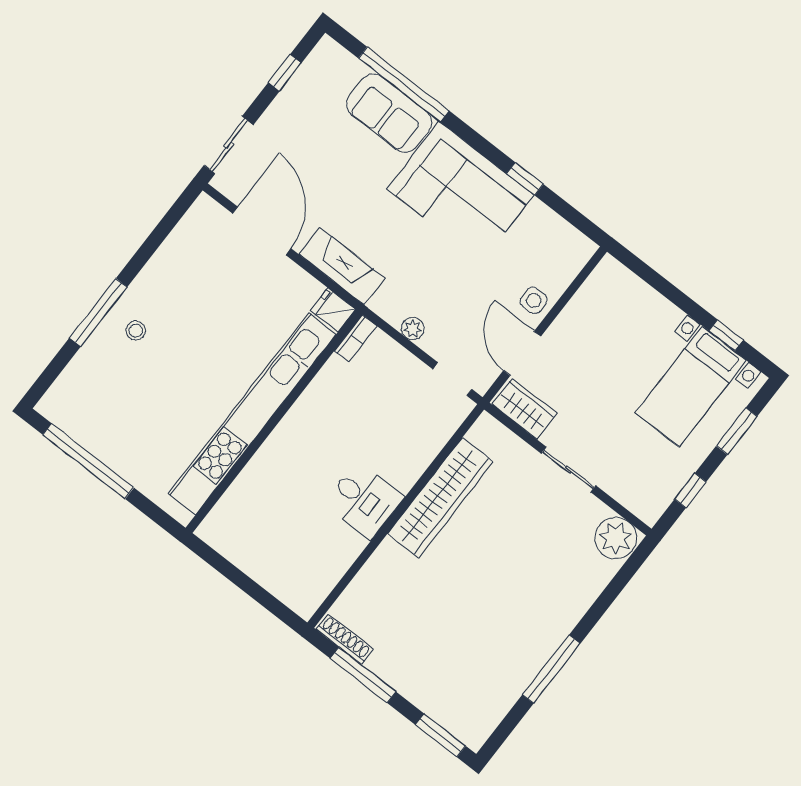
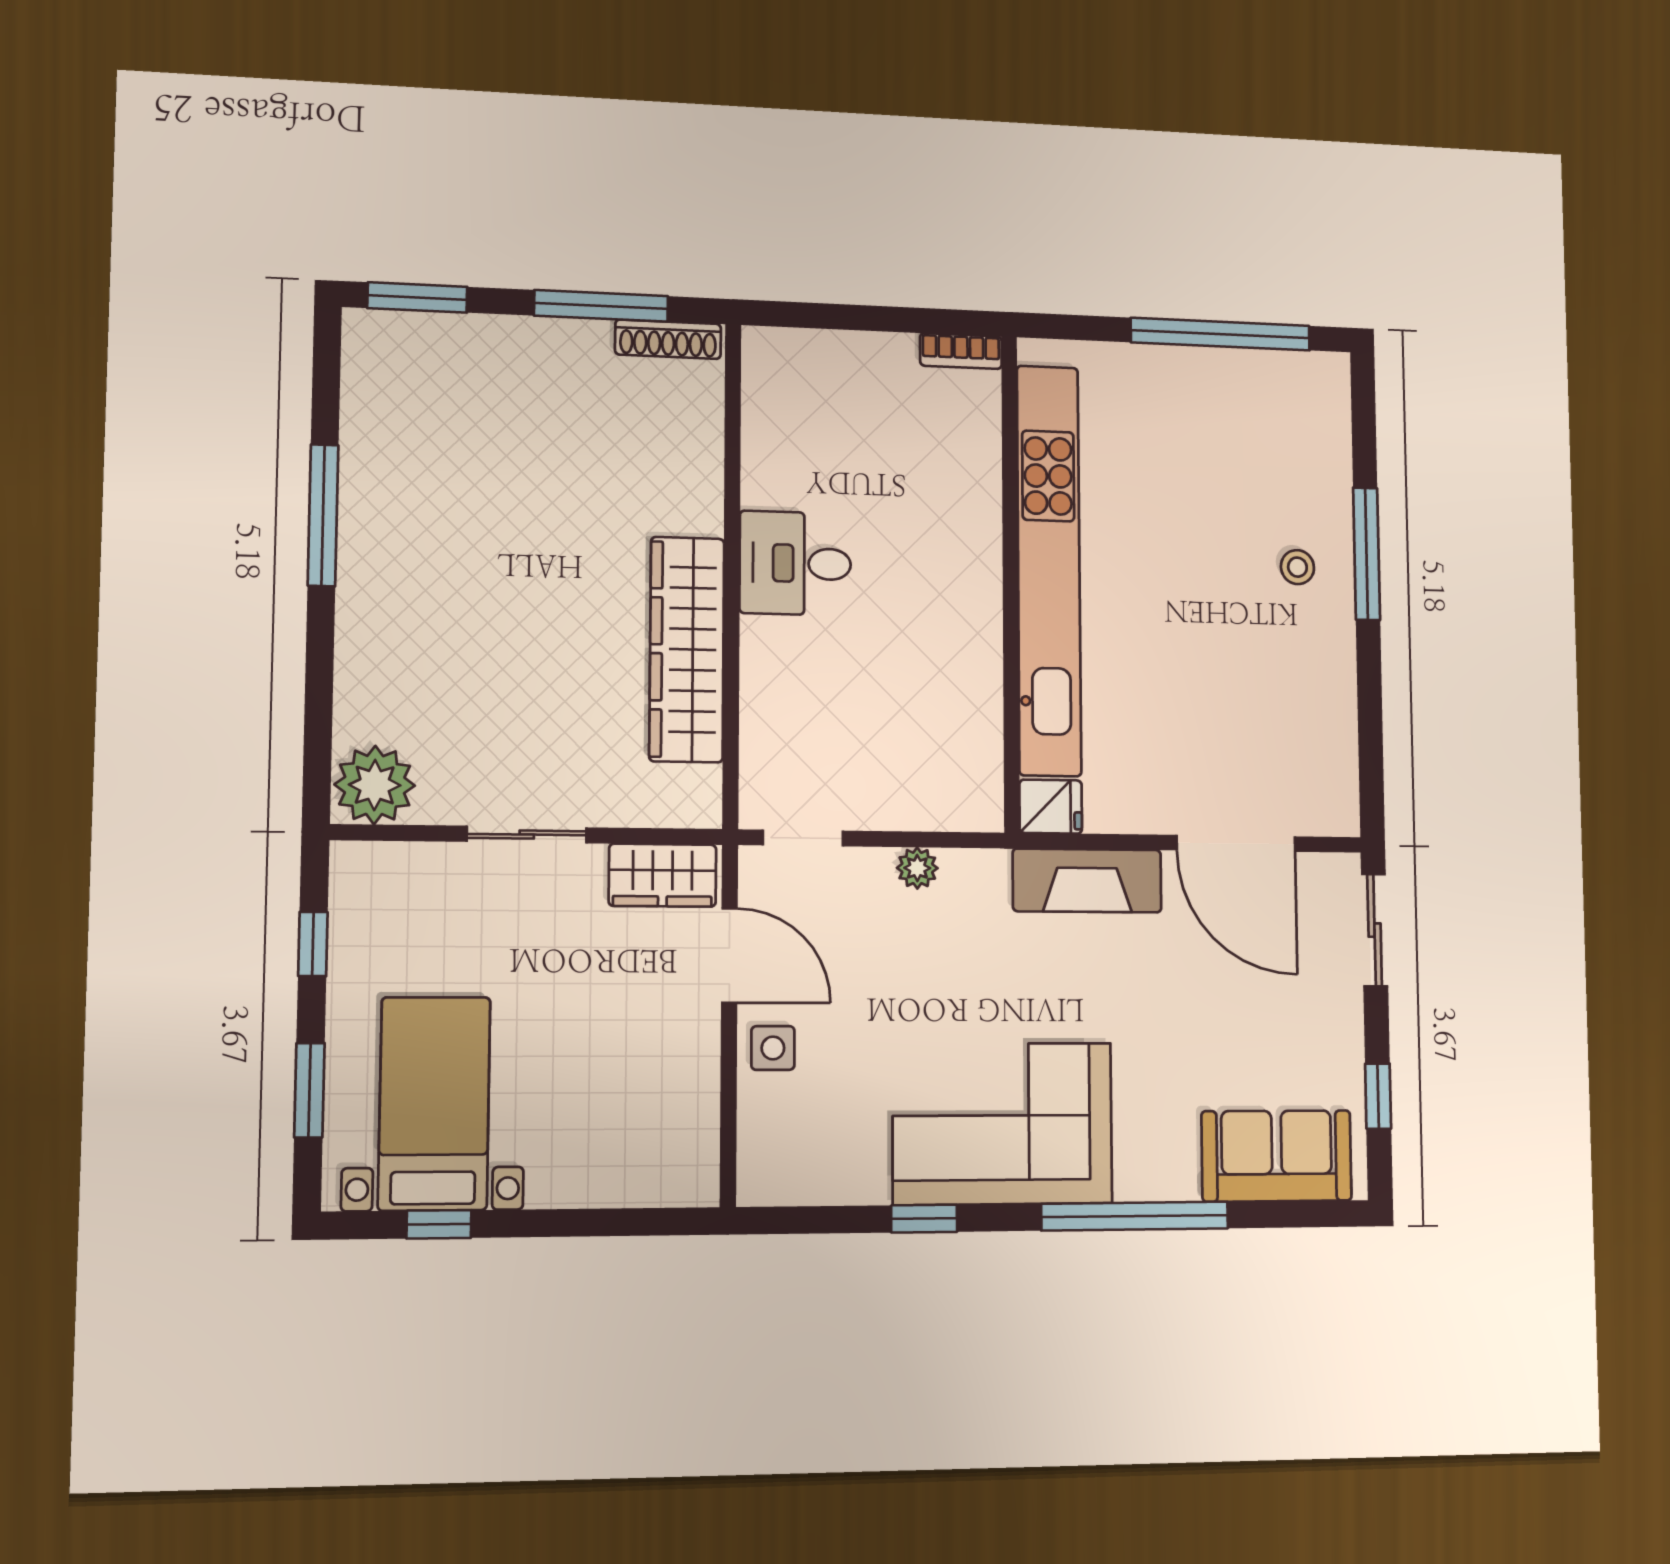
window: (404, 84) -> (1135, 1216), moved
sofa: (389, 113) -> (1277, 1156), moved
bookcase: (356, 338) -> (961, 351), moved, turned -90

